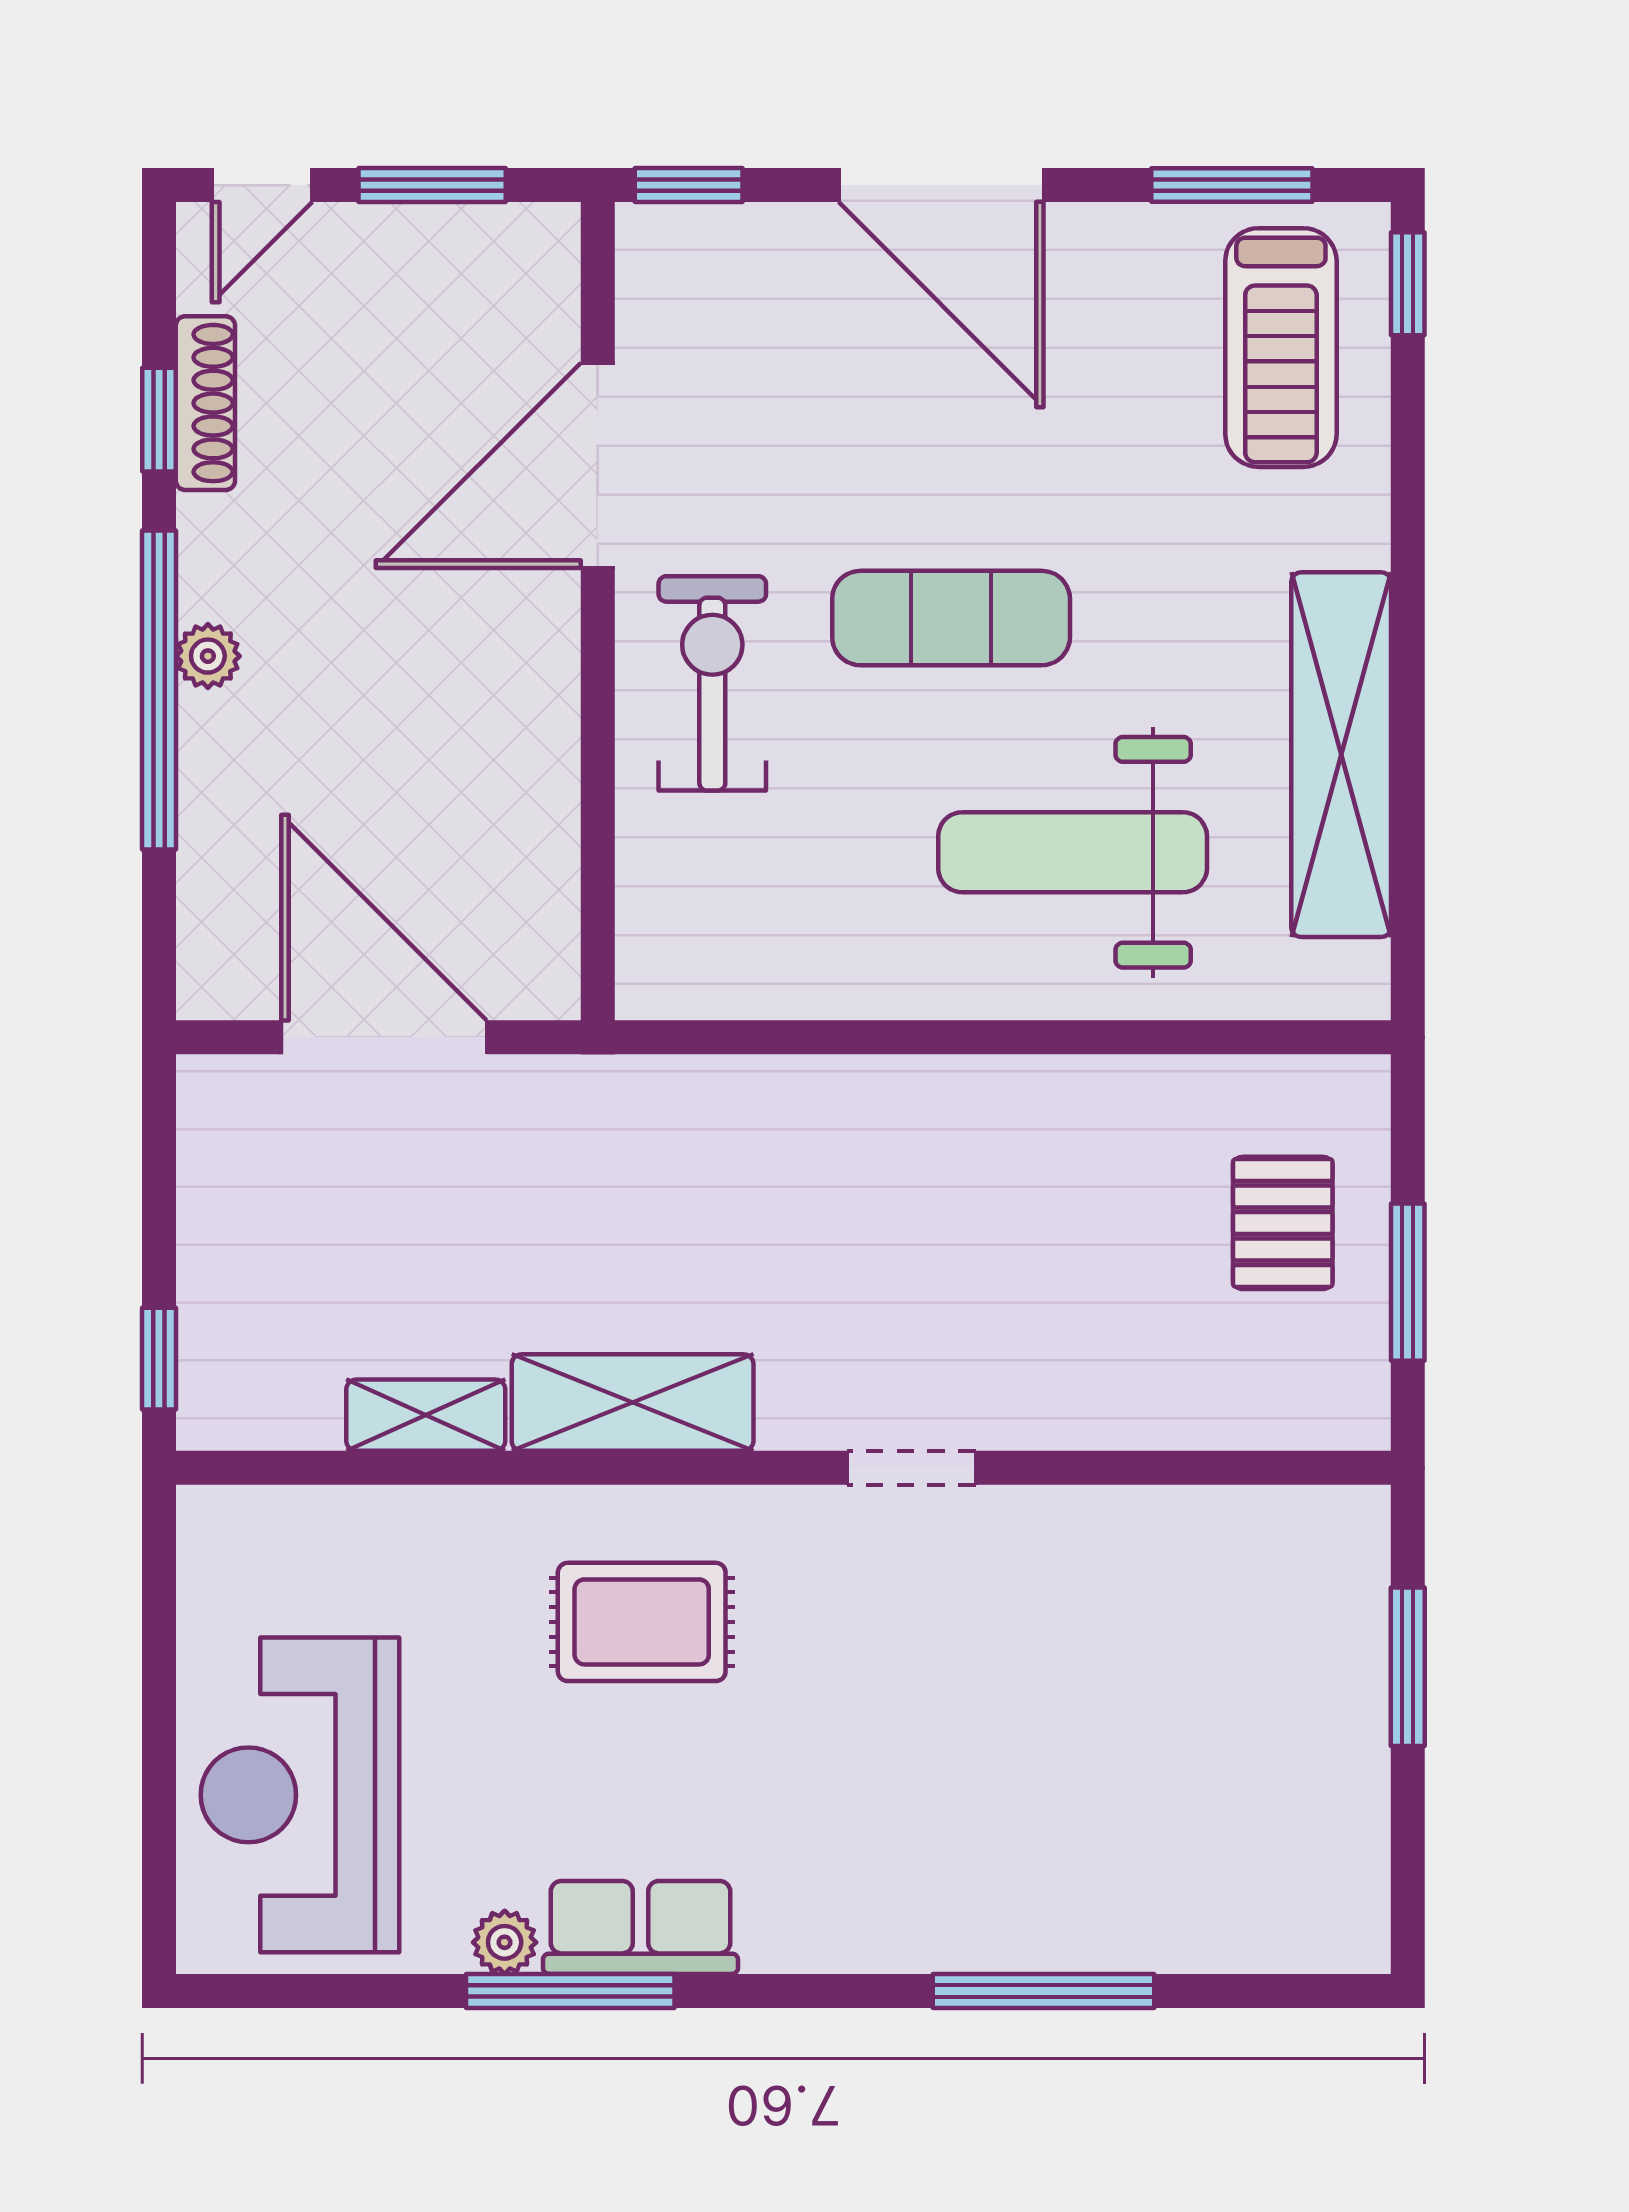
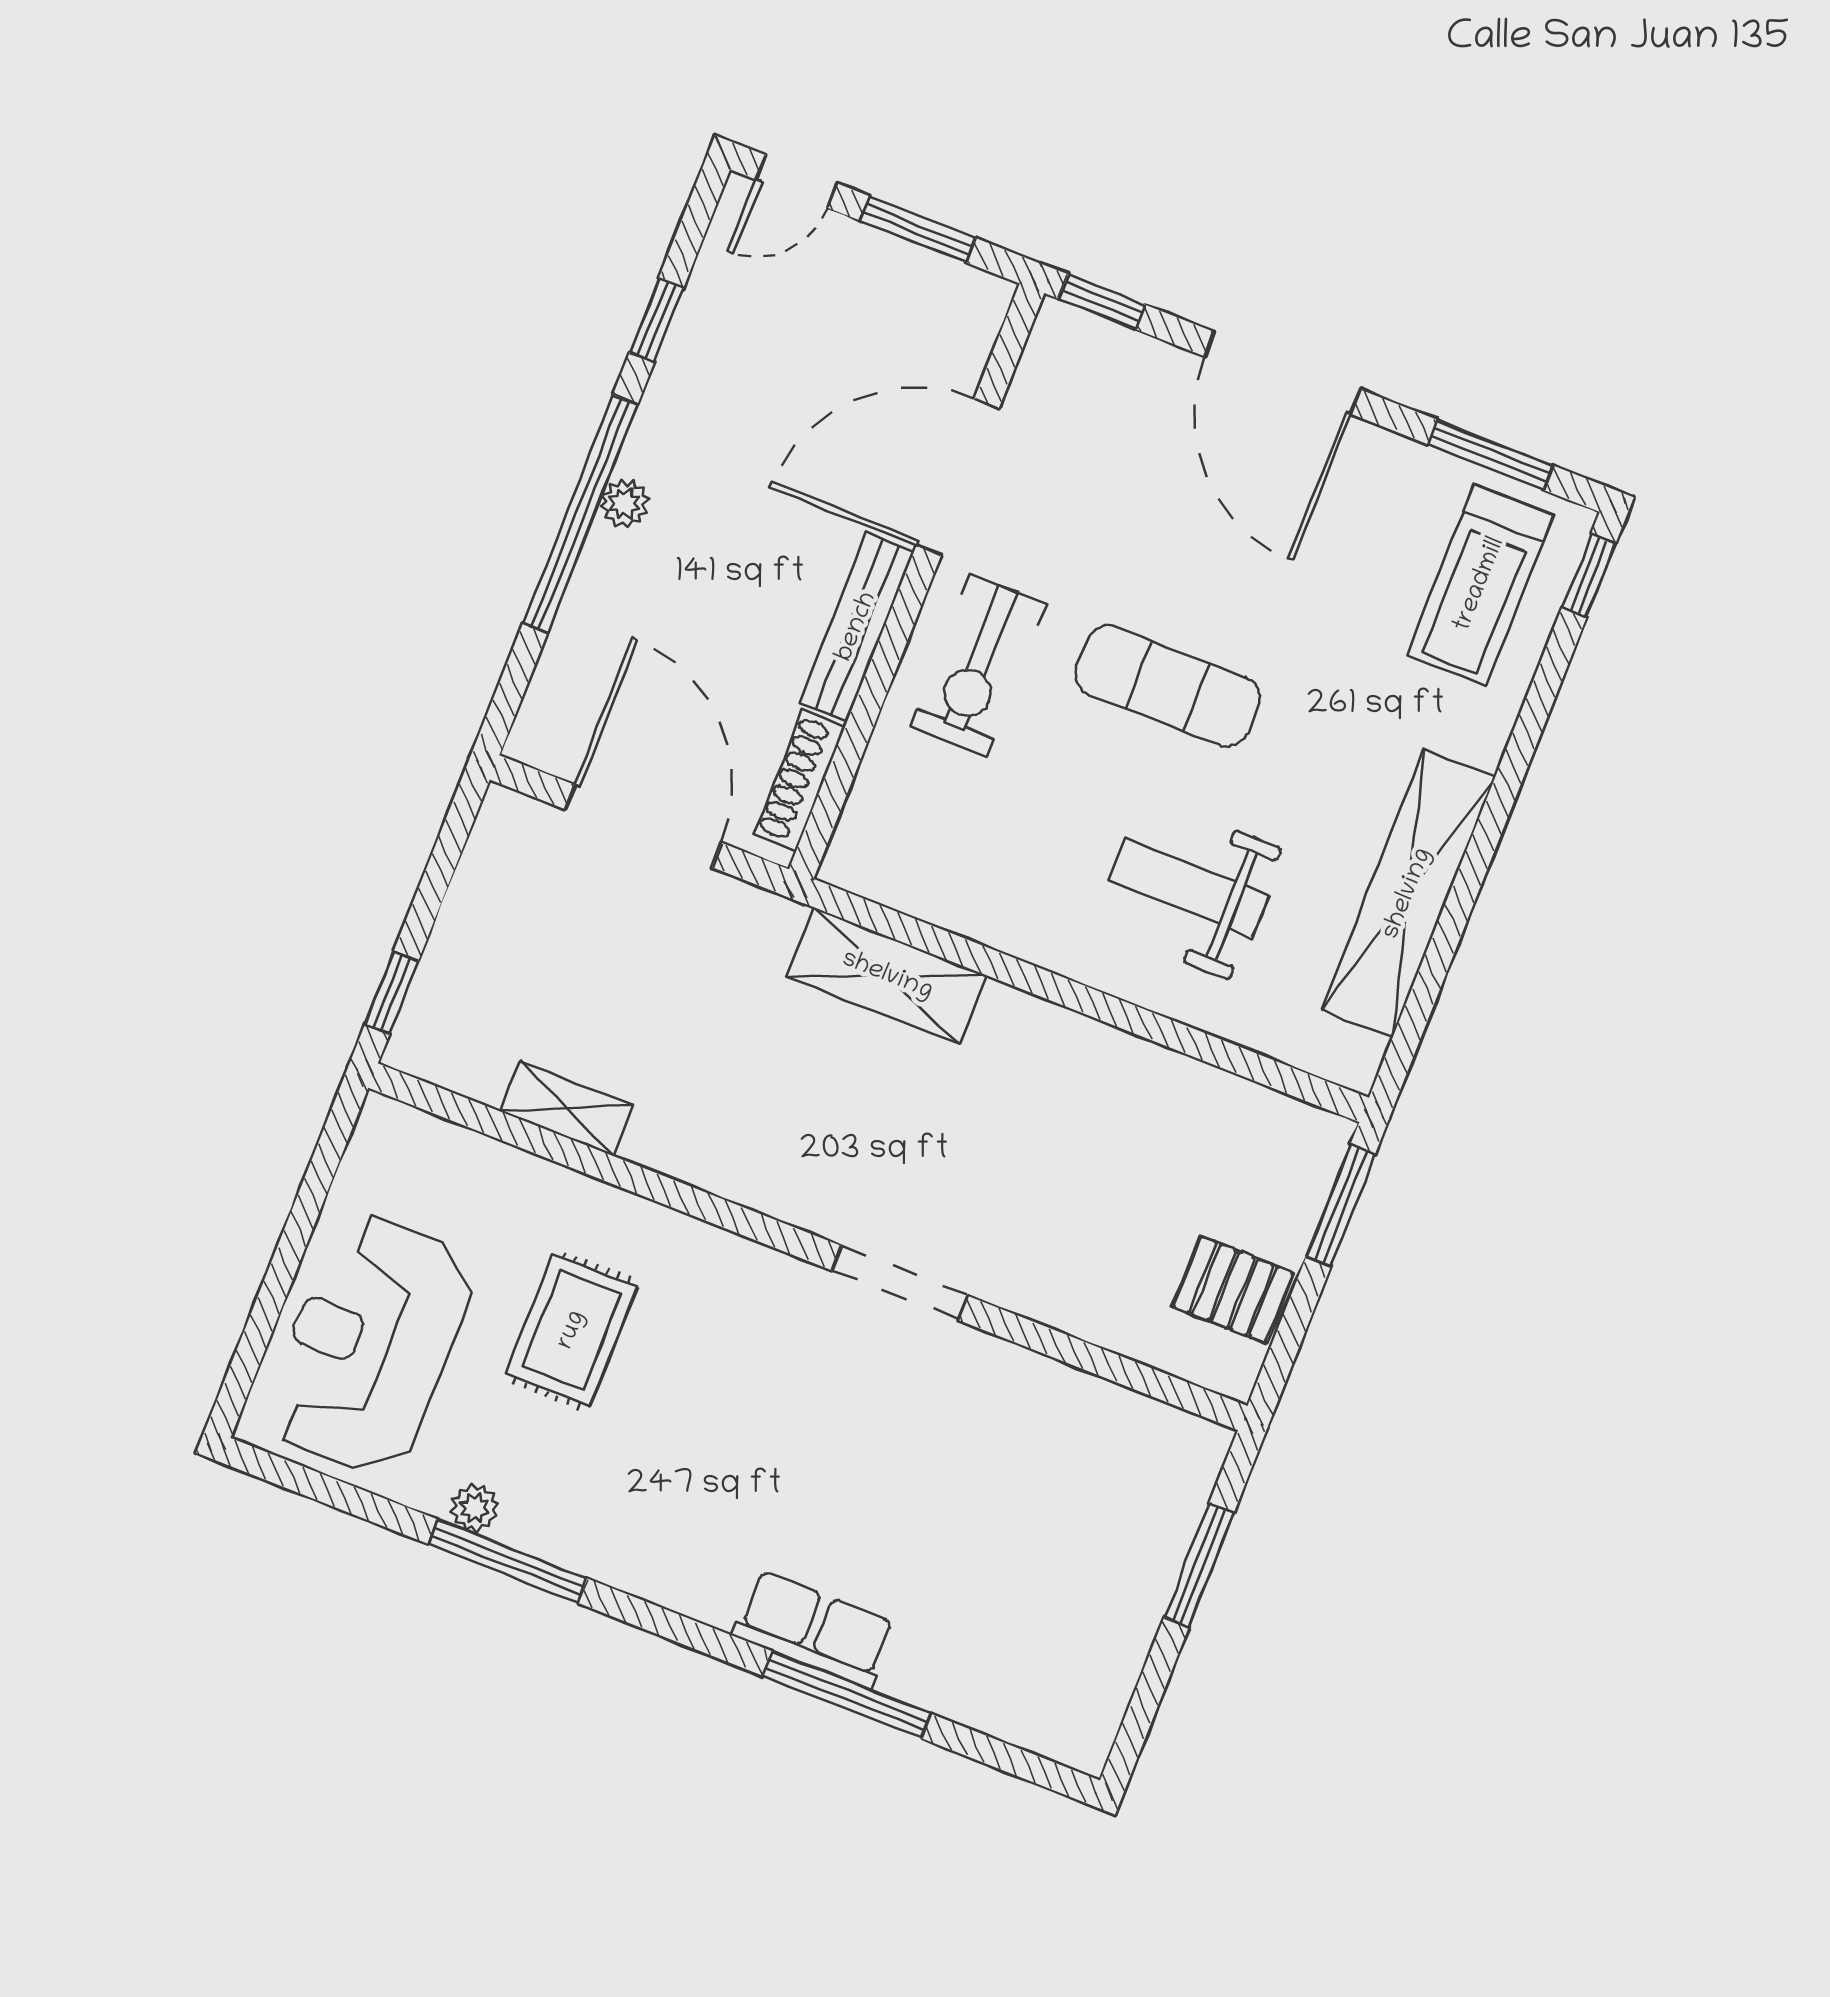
shoe rack: (205, 403) -> (800, 781), moved, turned 180
exercise bike: (712, 683) -> (978, 665), turned 180
bench: (548, 695) -> (857, 627), added
weight bench: (1073, 852) -> (1189, 888), width x0.73, depth x0.75
pallet: (1283, 1223) -> (1233, 1290), moved, turned 90
window: (1408, 1282) -> (1341, 1205), moved
shelving: (633, 1403) -> (887, 976), moved
doorway: (911, 1468) -> (900, 1283), width x1.38
rug: (642, 1622) -> (572, 1330), moved, turned 90
row of seats: (640, 1927) -> (814, 1629), moved

